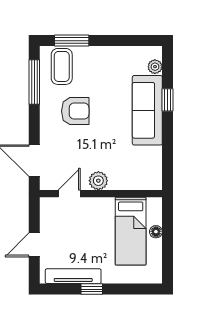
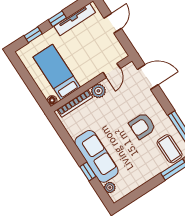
bookcase: (133, 184) -> (75, 103), added
floor lamp: (156, 232) -> (52, 100), moved
window: (130, 289) -> (33, 35), added

